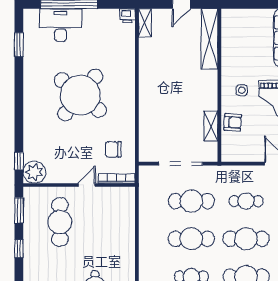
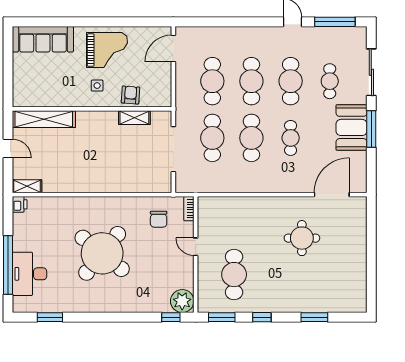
bookcase: (117, 179) -> (189, 209), width x0.64
cafe table: (246, 201) -> (212, 81), width x1.37, depth x1.35
cafe table: (60, 222) -> (234, 275), turned 90

